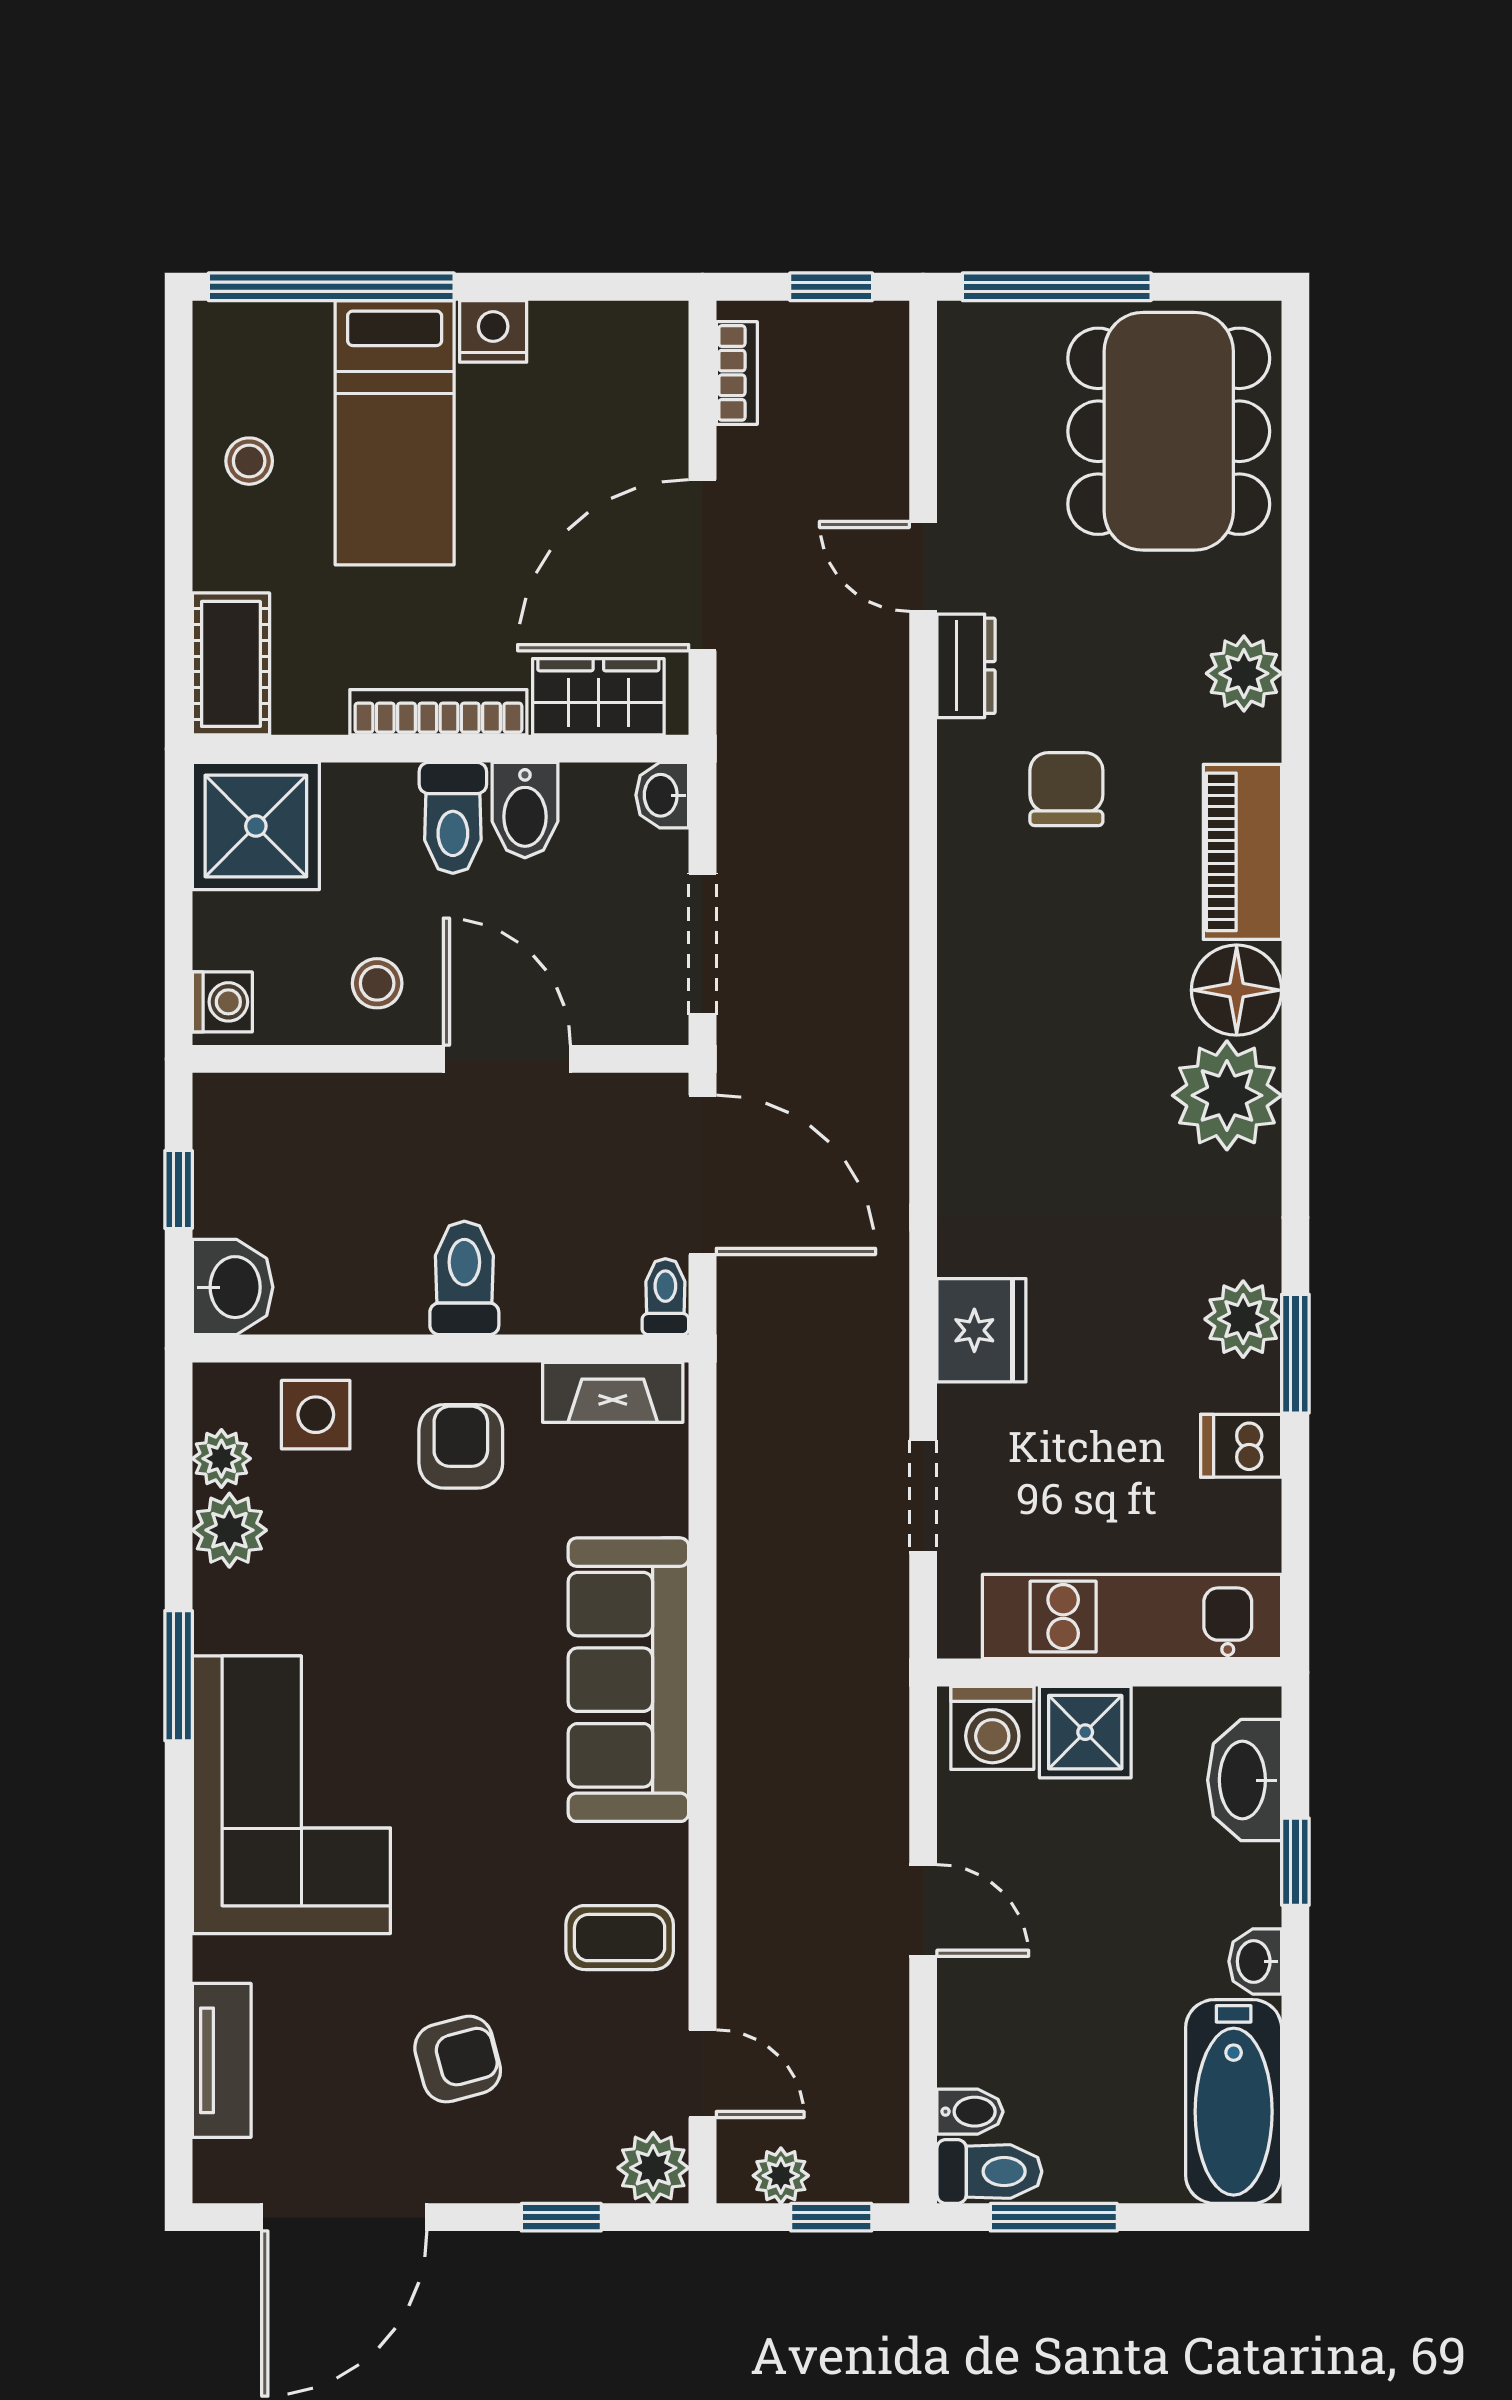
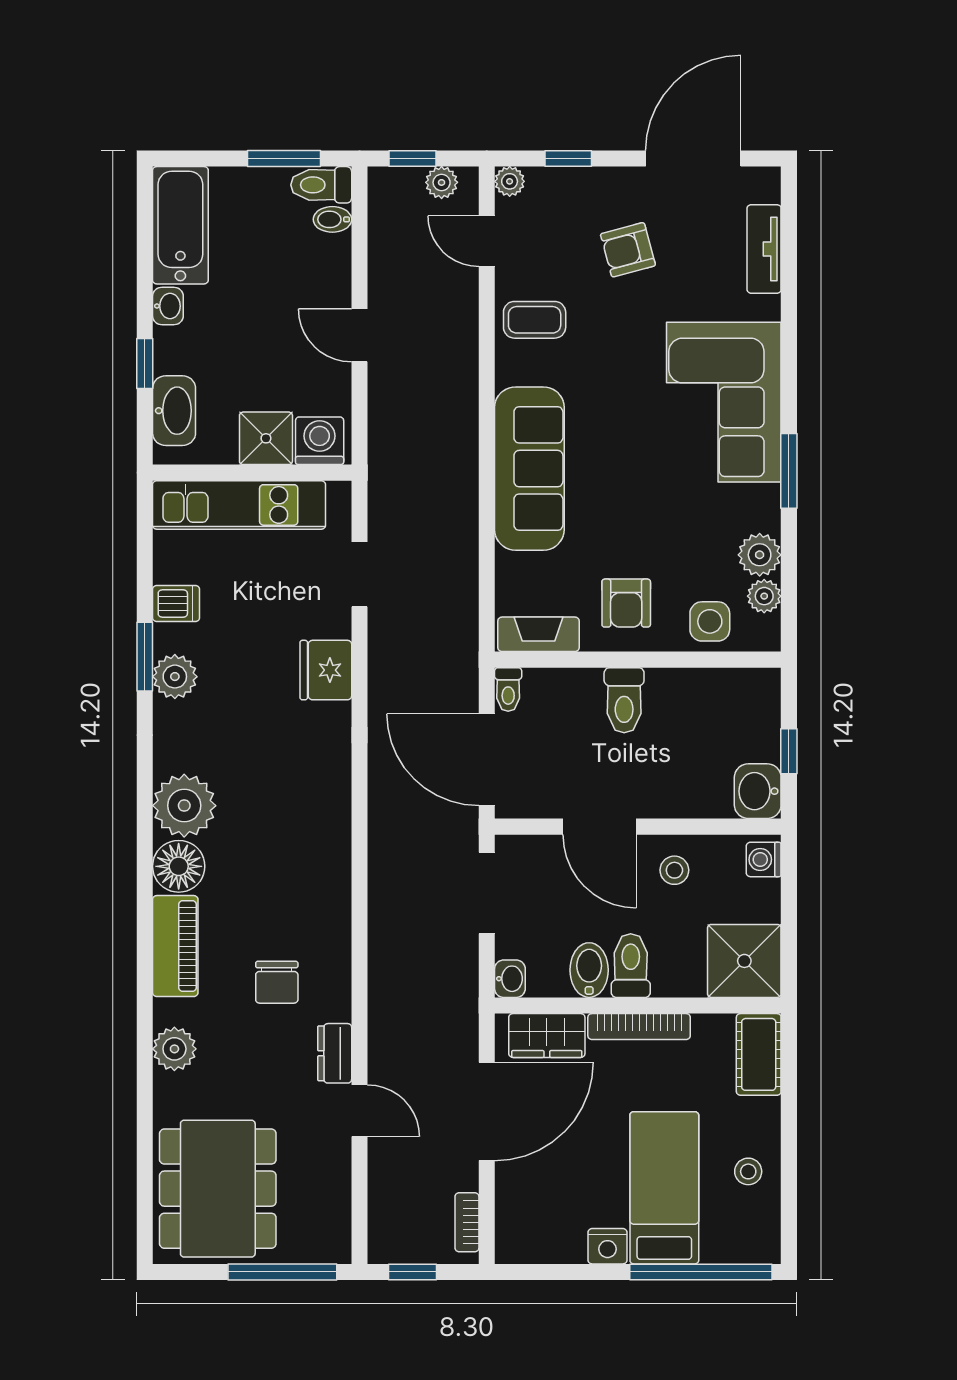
washbasin: (233, 1287) -> (758, 791), moved
plant: (653, 2168) -> (510, 181), width x0.73, depth x0.73

